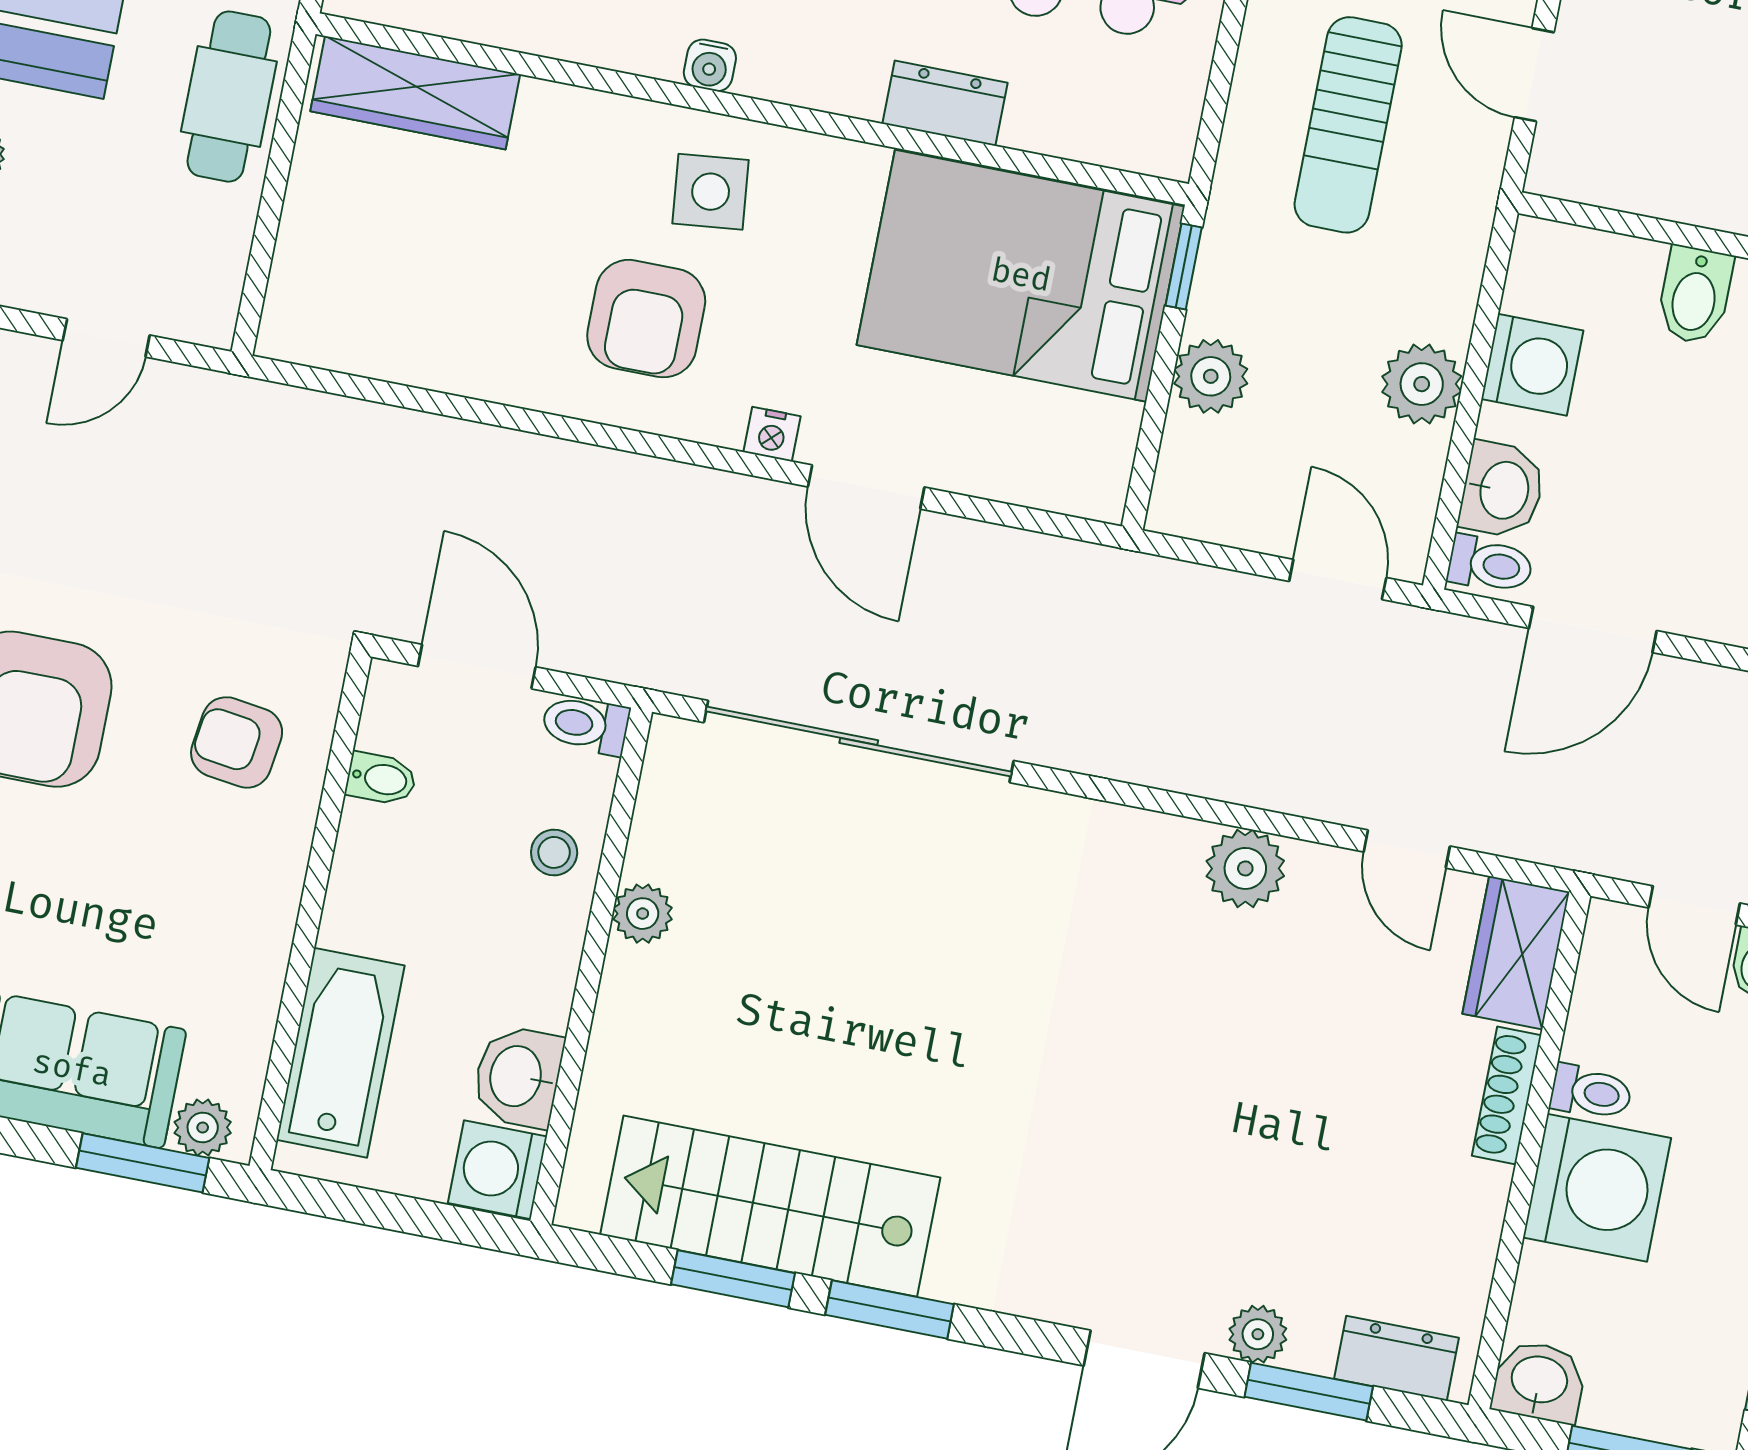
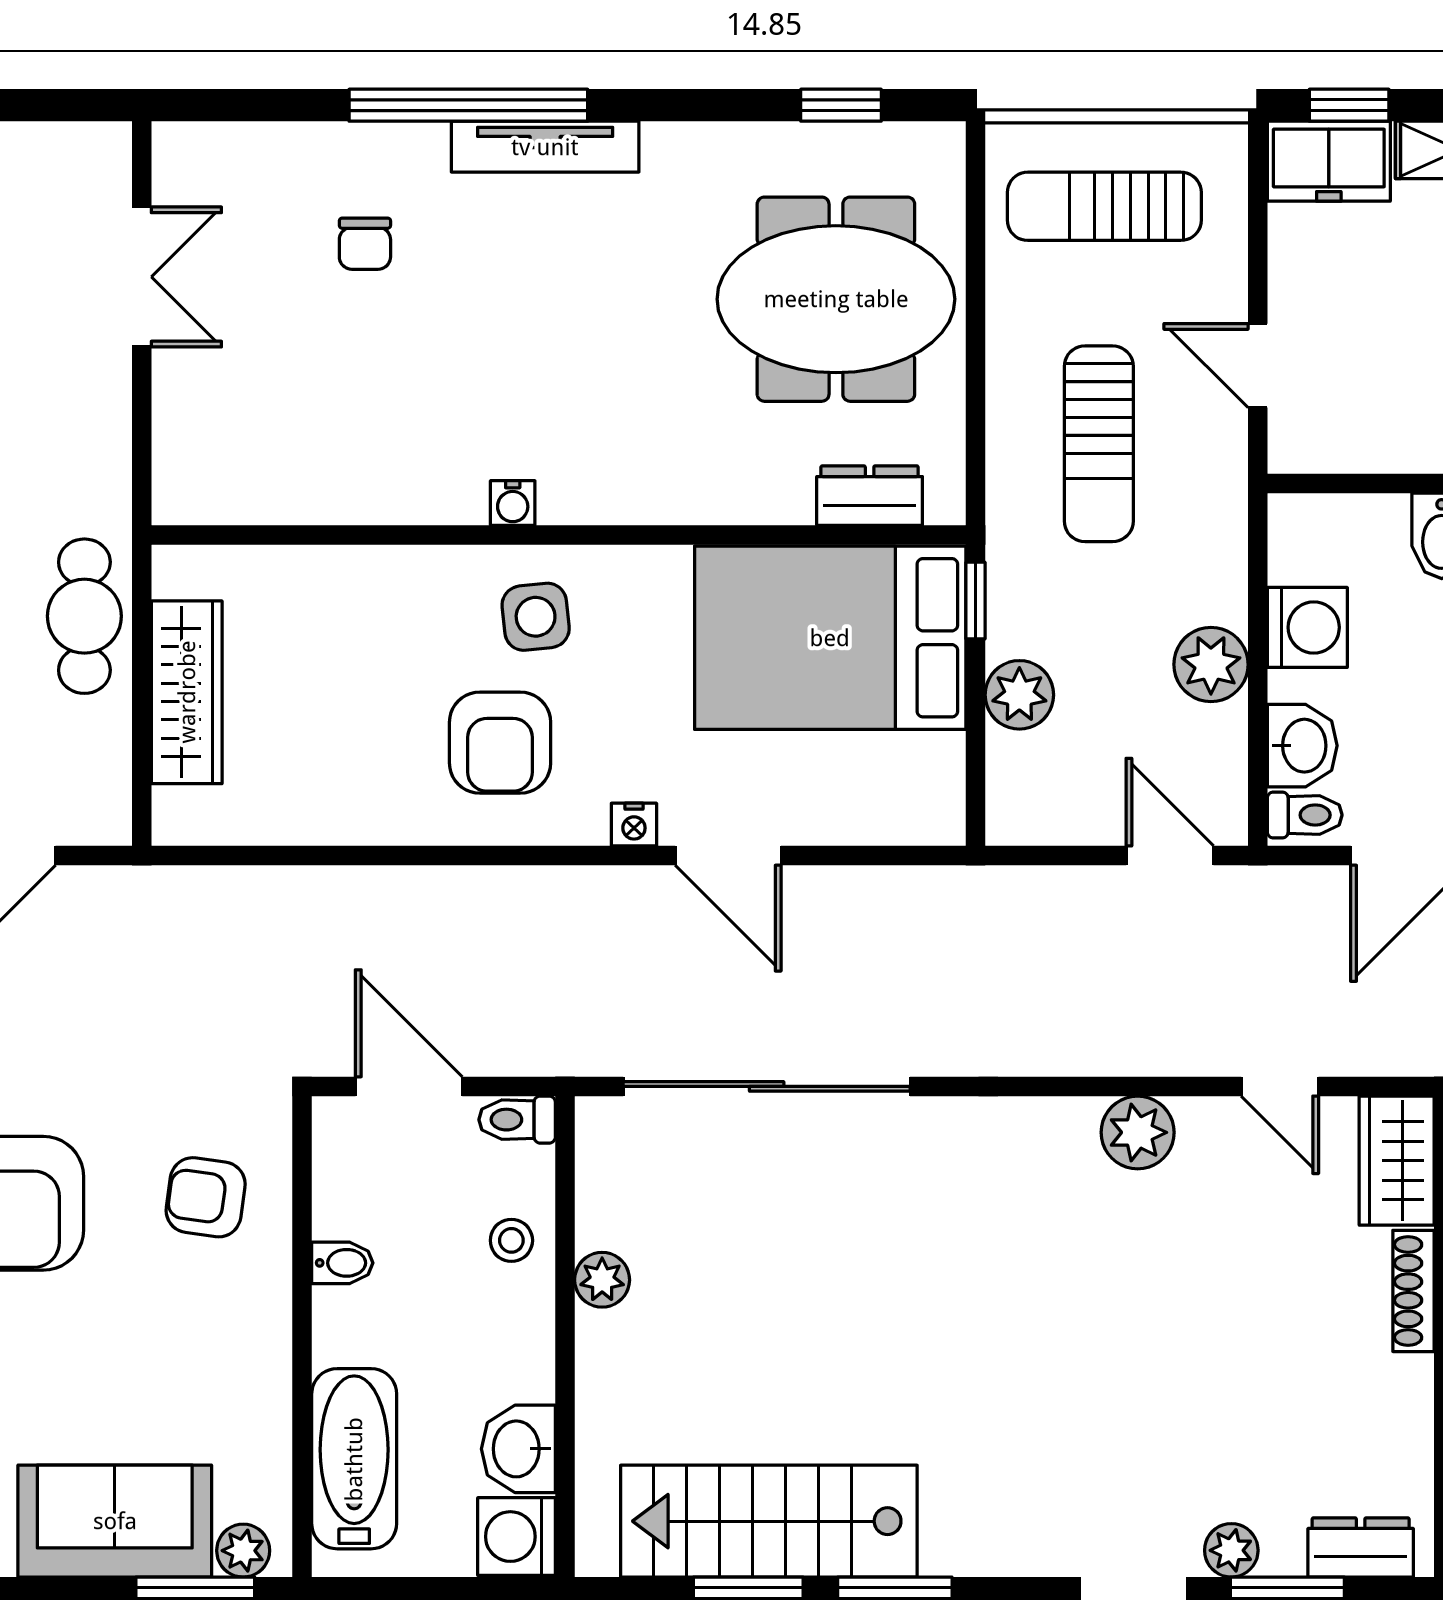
wardrobe: (415, 93) -> (187, 692), moved, turned -90
dresser: (945, 103) -> (870, 496), moved
bidet: (381, 779) -> (342, 1263), moved

